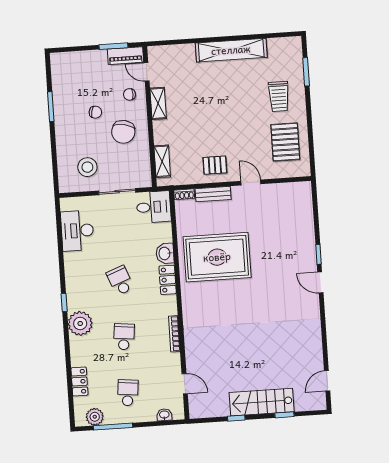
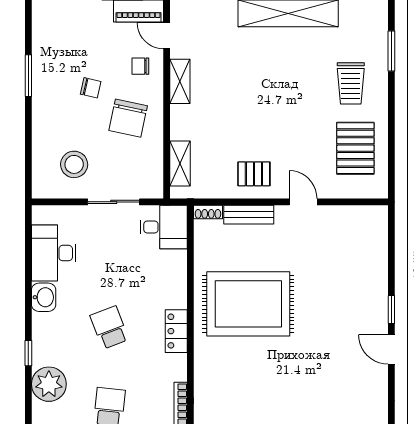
washbasin: (165, 253) -> (44, 297), moved, turned 180

